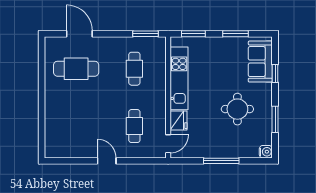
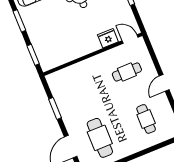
window: (145, 34) -> (55, 108), moved
cafe table: (134, 69) -> (146, 119), moved, turned 90
kitchen unit: (179, 78) -> (74, 52), removed

